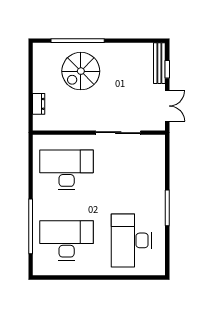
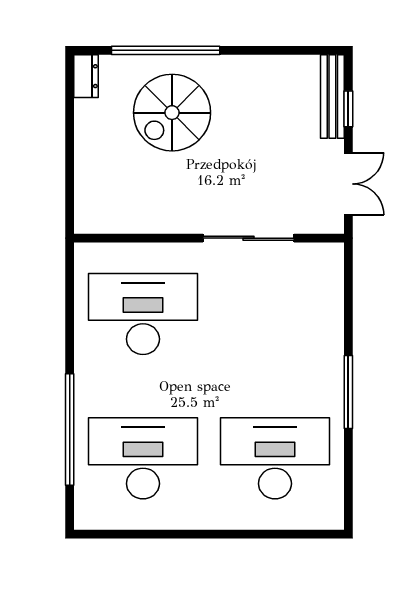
dresser: (39, 104) -> (86, 76), moved
desk: (131, 240) -> (275, 458), turned 90

